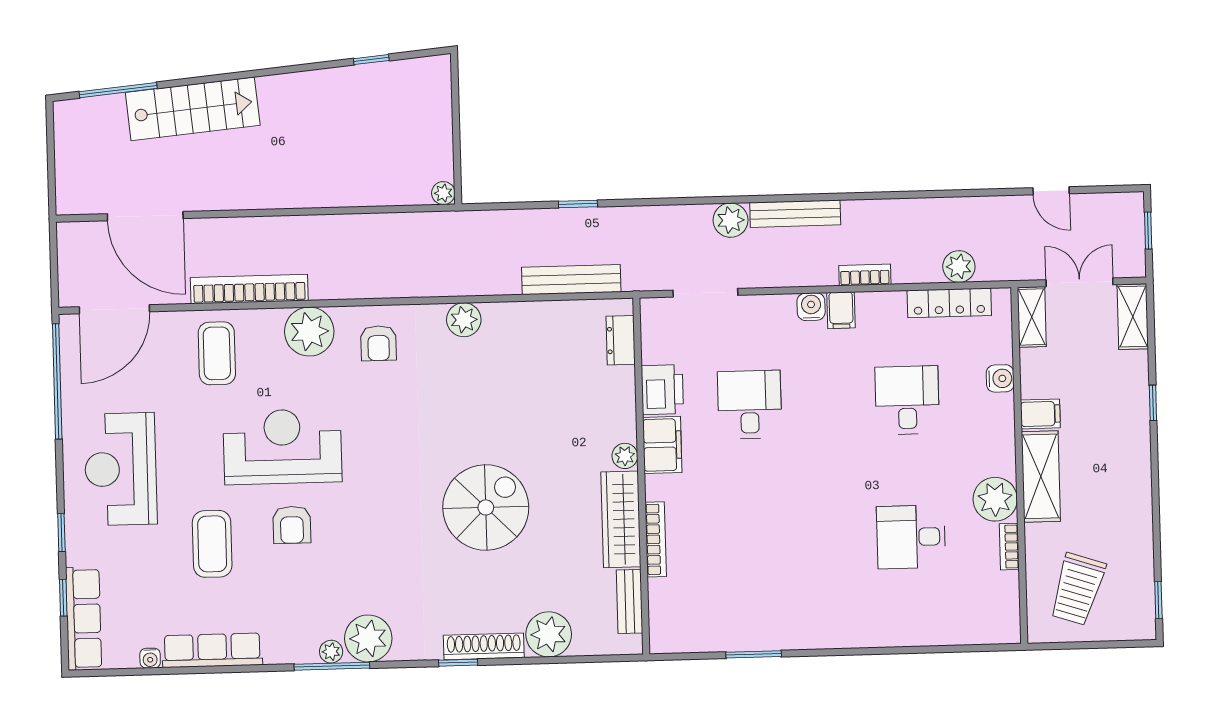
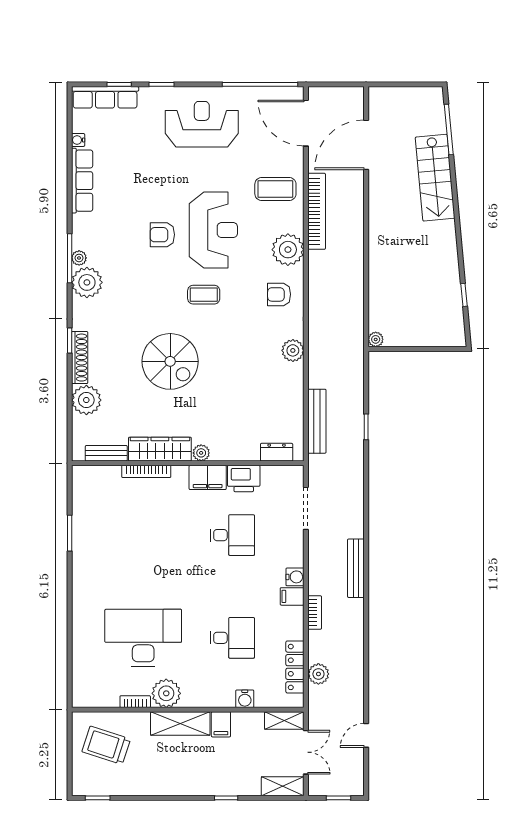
plant: (731, 220) -> (353, 526), removed
desk: (911, 537) -> (143, 638), width x1.87, depth x1.30
coffee table: (212, 544) -> (204, 295), moved, width x0.73, depth x0.77

